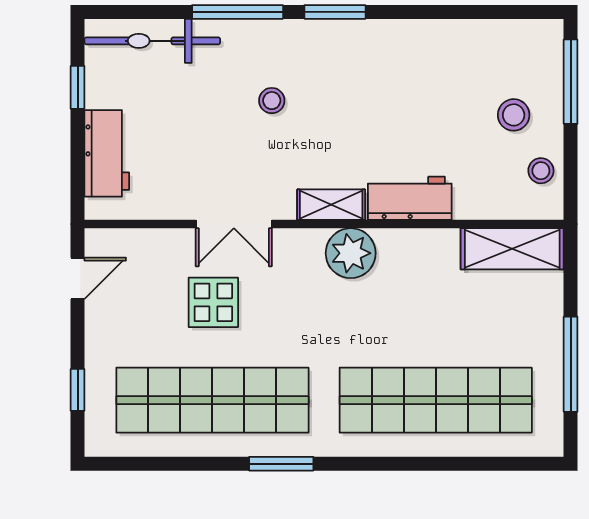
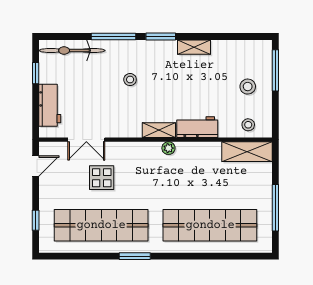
shelving: (403, 34) -> (194, 47), added
stool: (541, 171) -> (248, 125), moved
double door: (234, 224) -> (86, 140), moved
plant: (351, 253) -> (168, 148), width x0.53, depth x0.53

